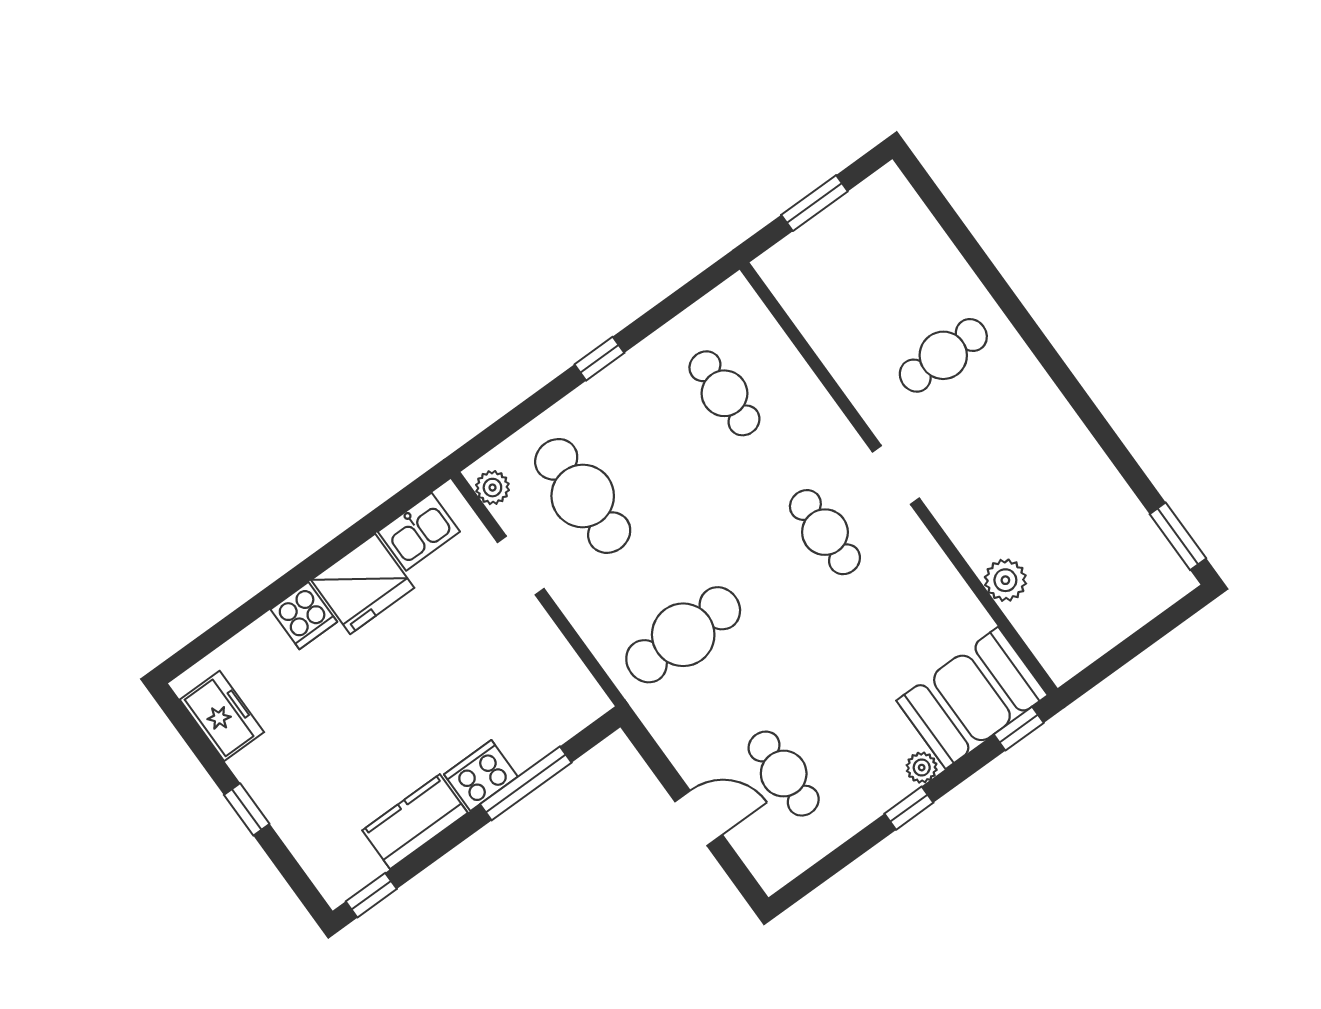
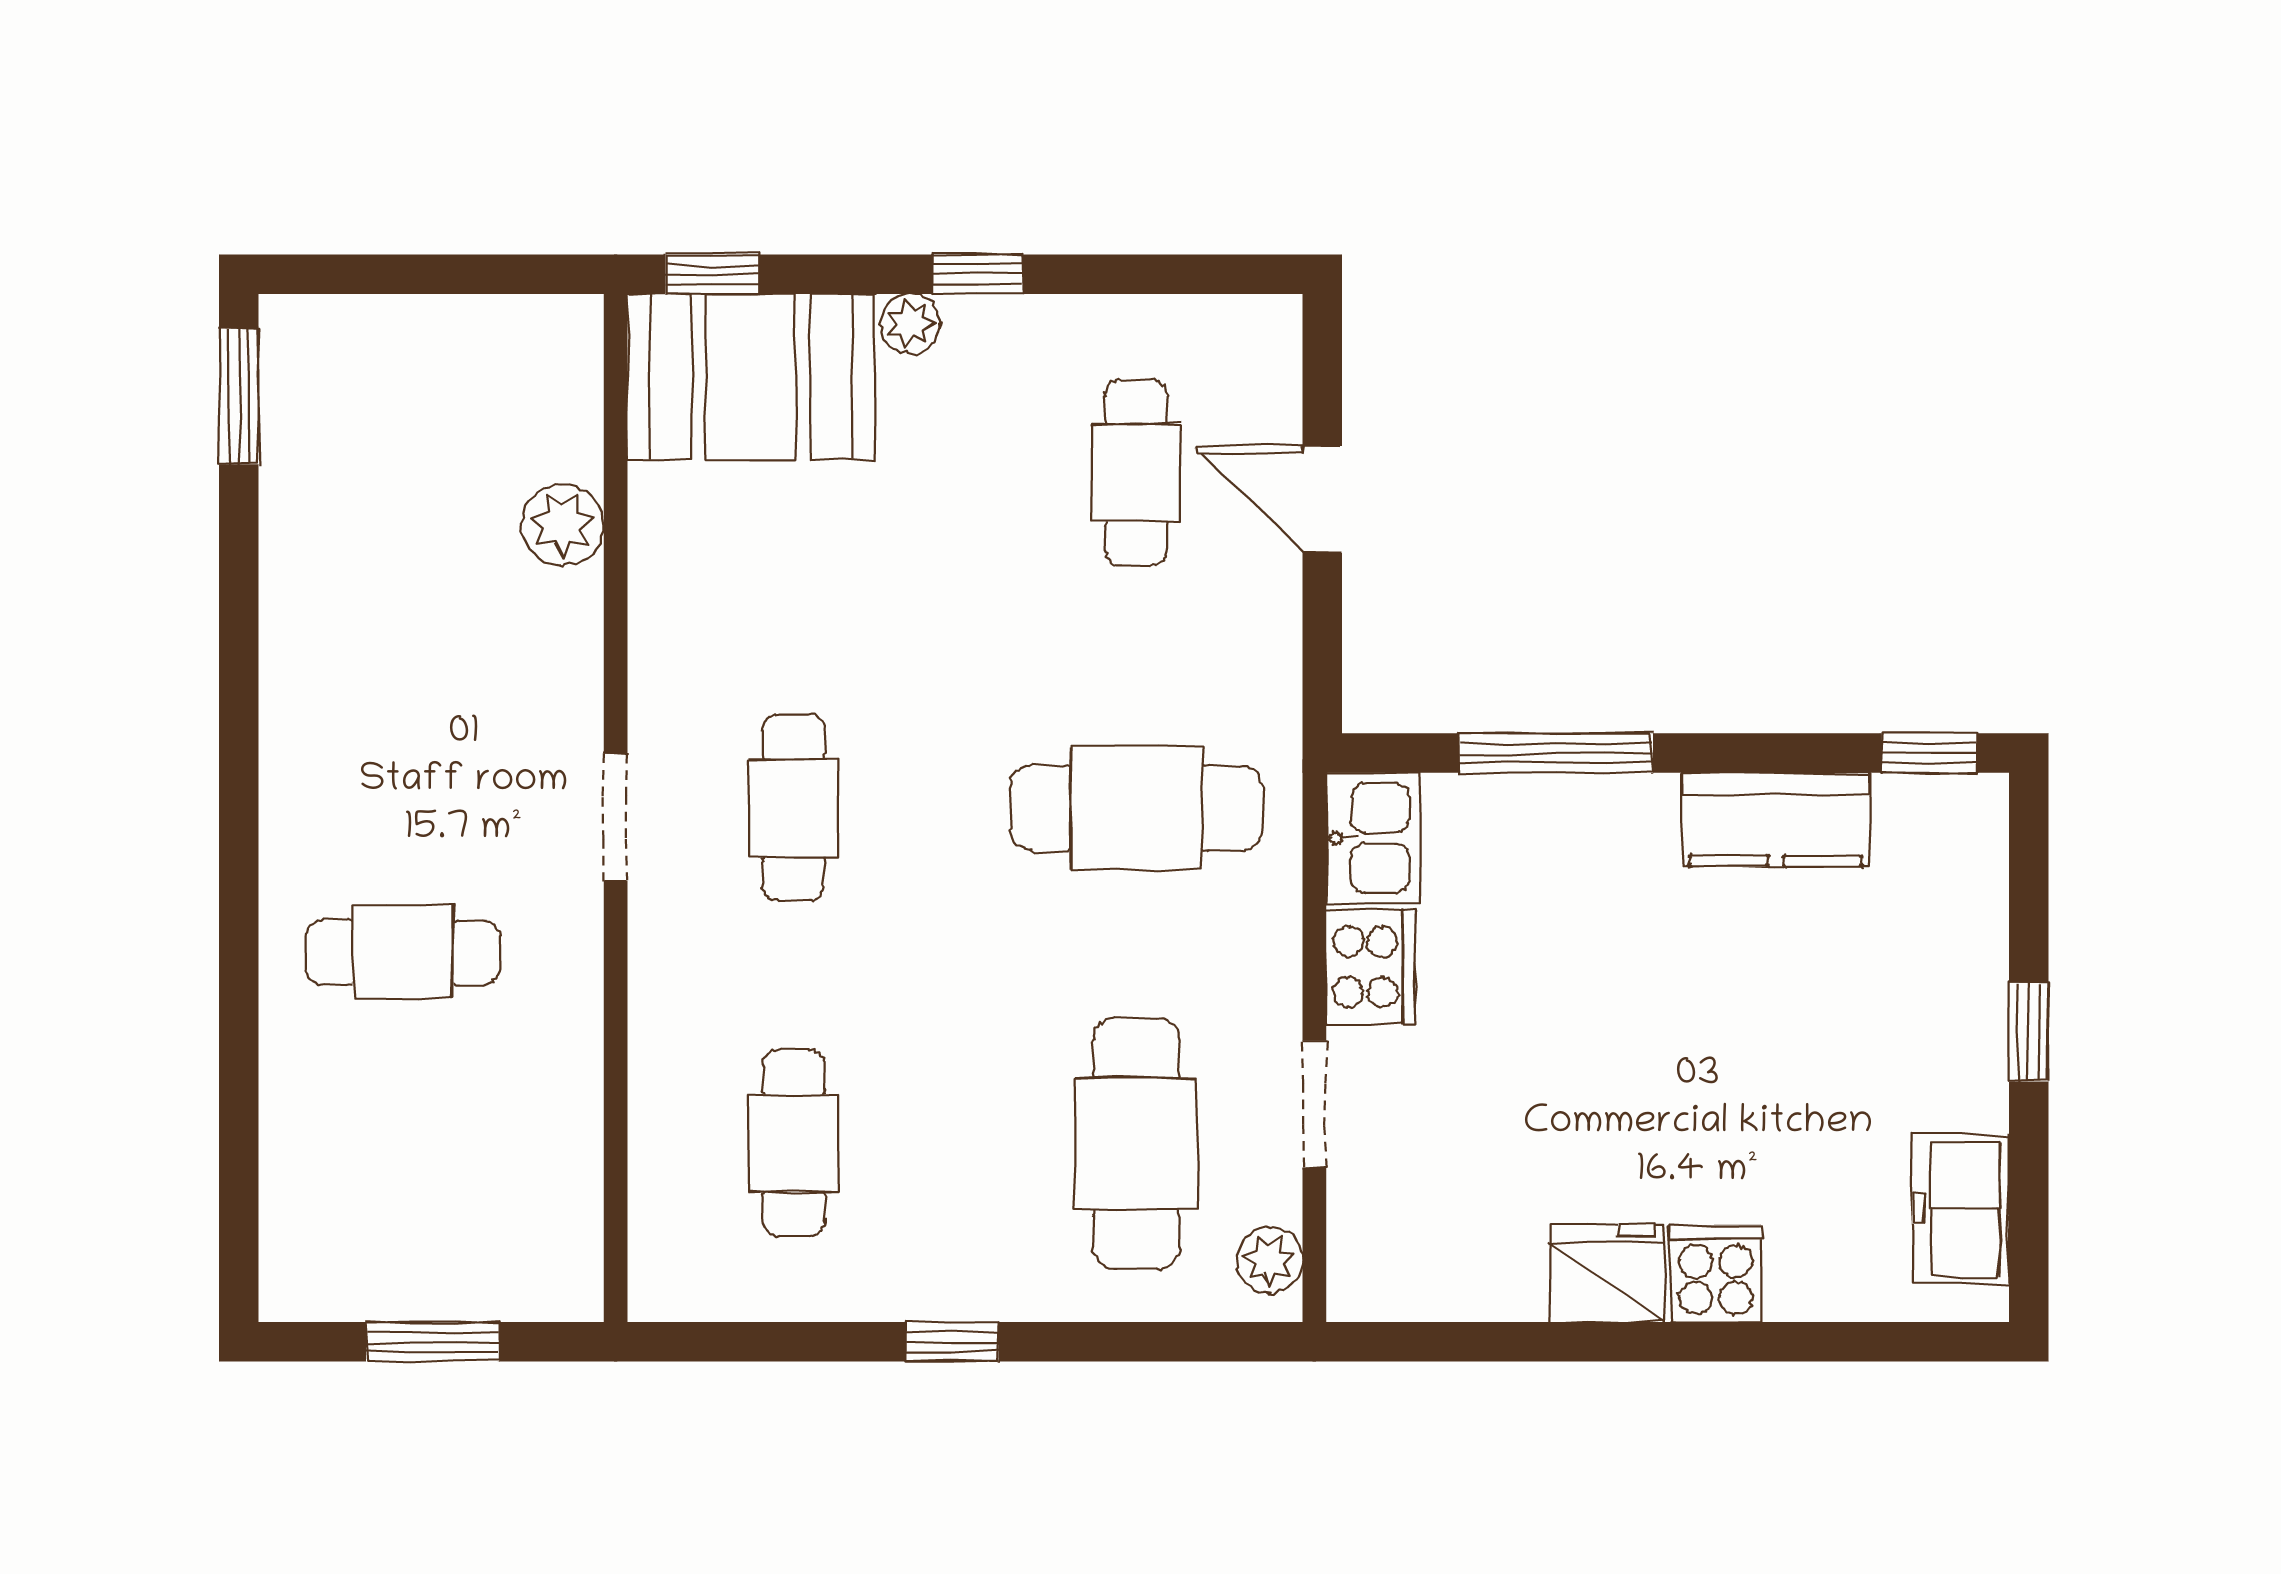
kitchen sink: (419, 532) -> (1373, 838), moved, turned 90
fridge: (363, 584) -> (1607, 1273), width x0.73, depth x0.75
cooker: (481, 775) -> (1370, 967), moved, turned -90

